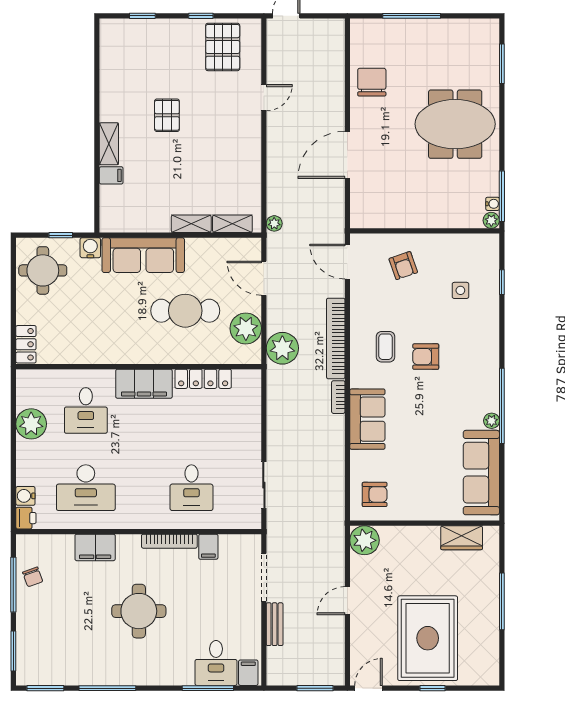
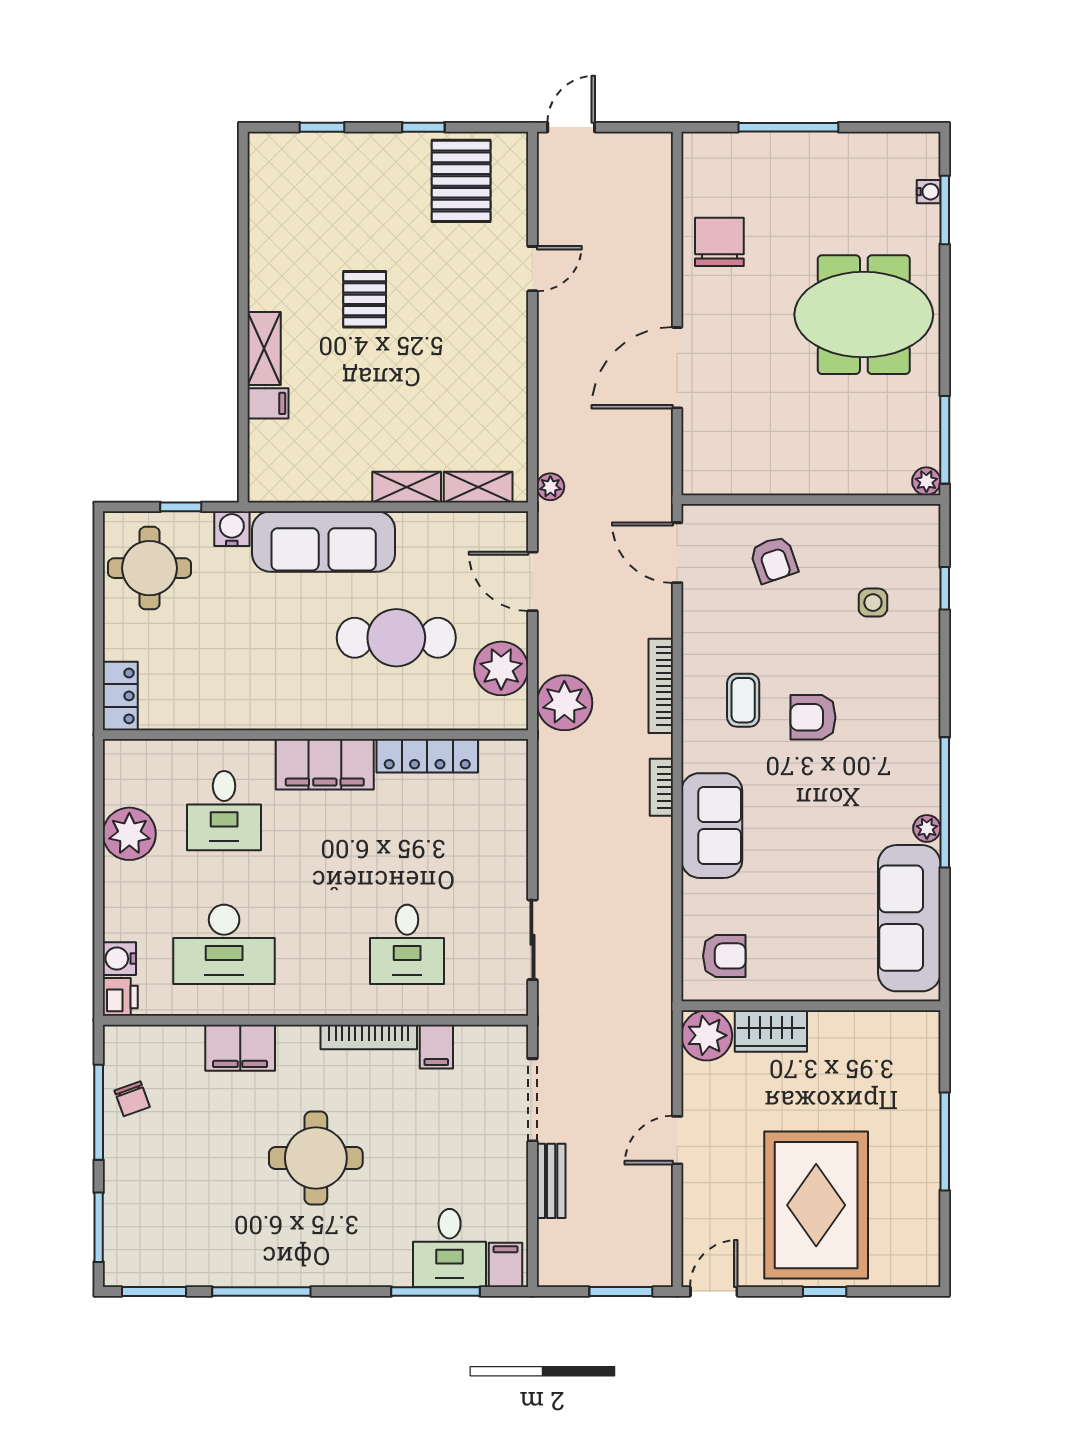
water cooler: (493, 204) -> (929, 192), moved
bookcase: (336, 338) -> (661, 686), width x0.68, depth x0.76
wardrobe: (462, 538) -> (771, 1031), moved

